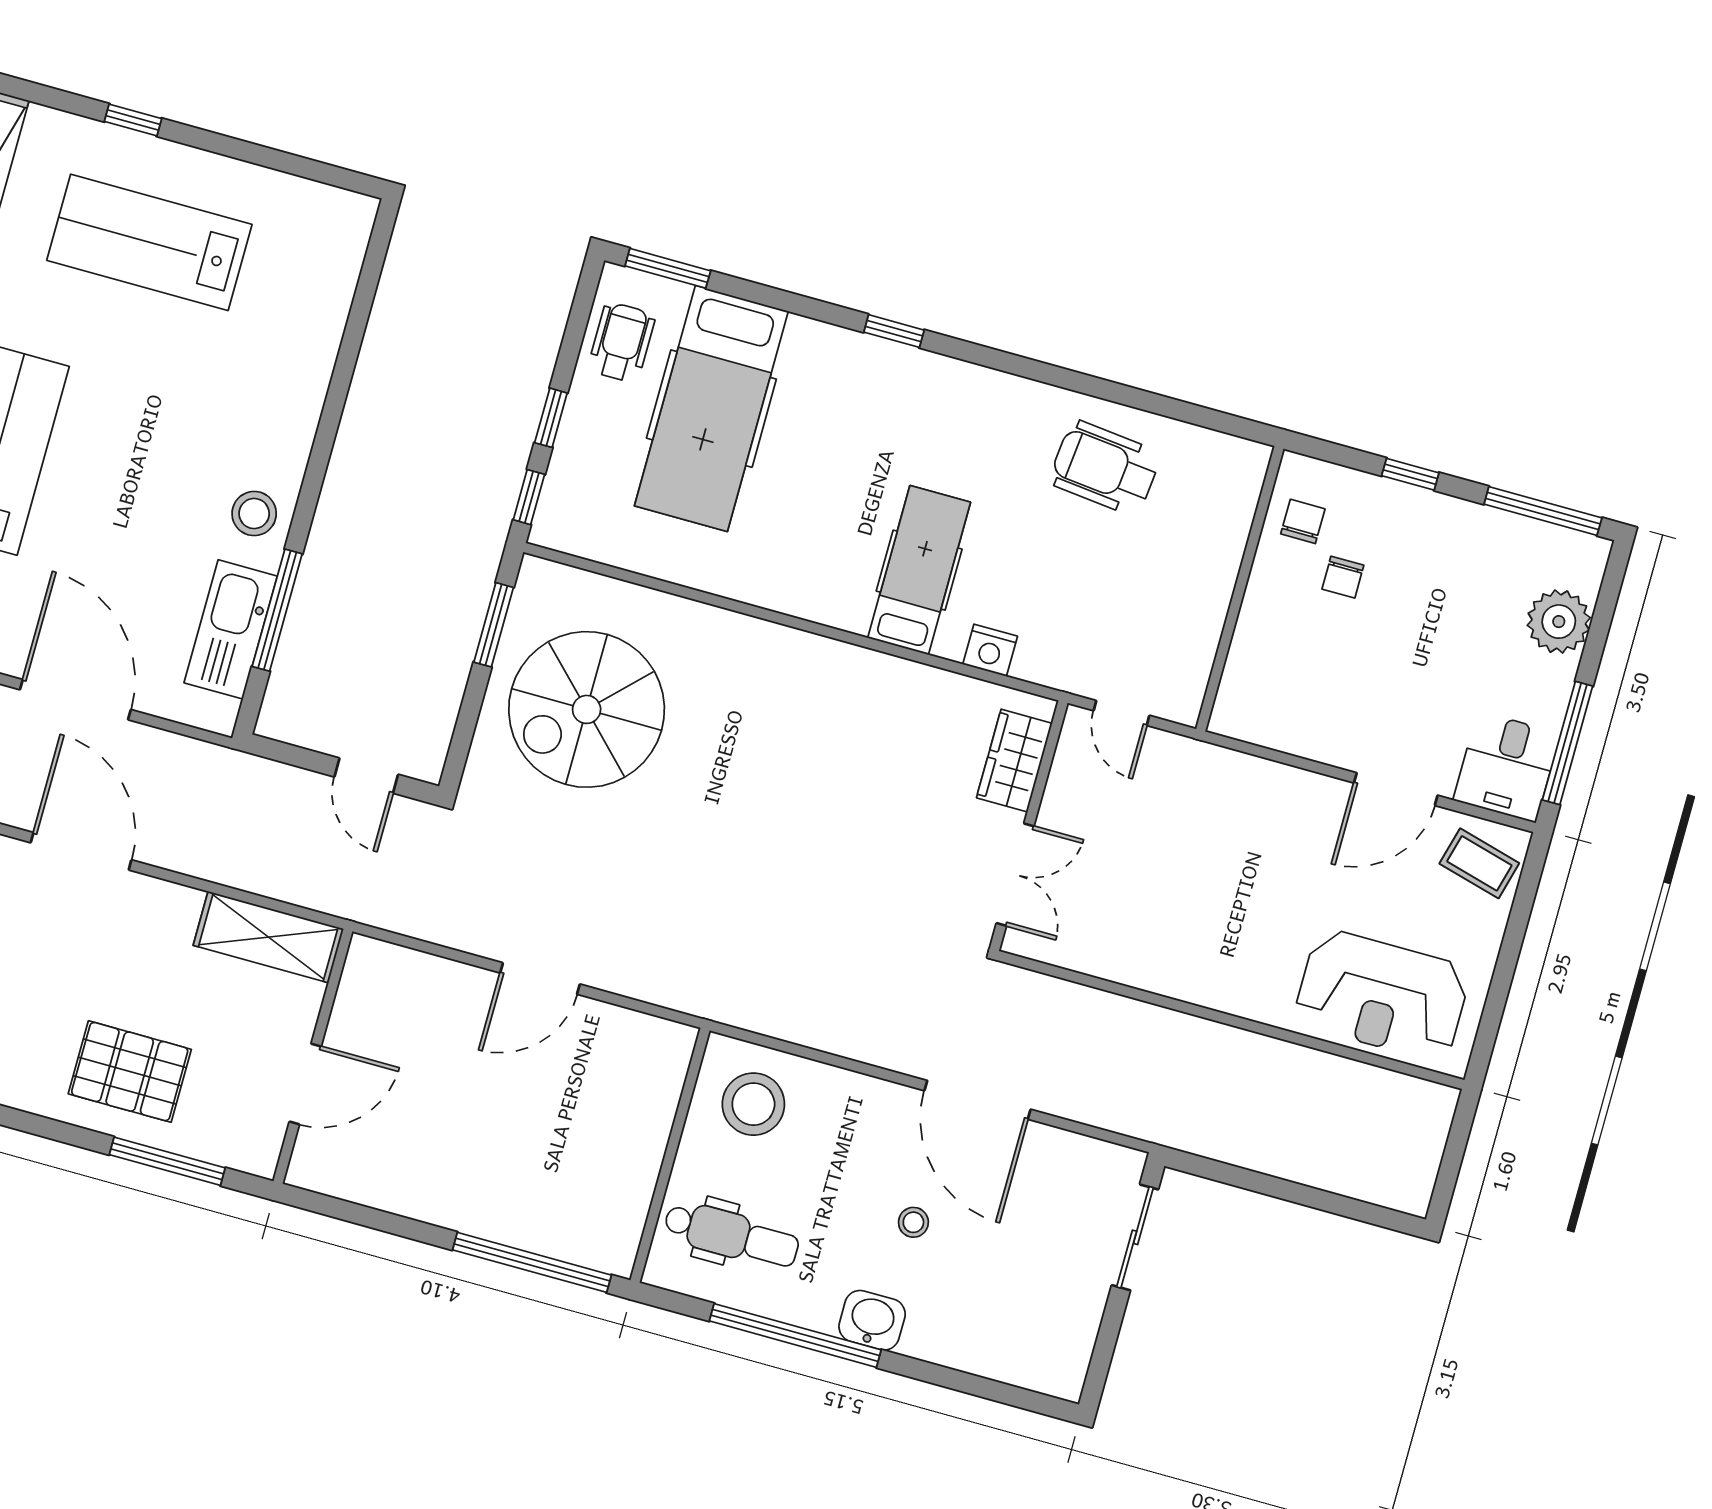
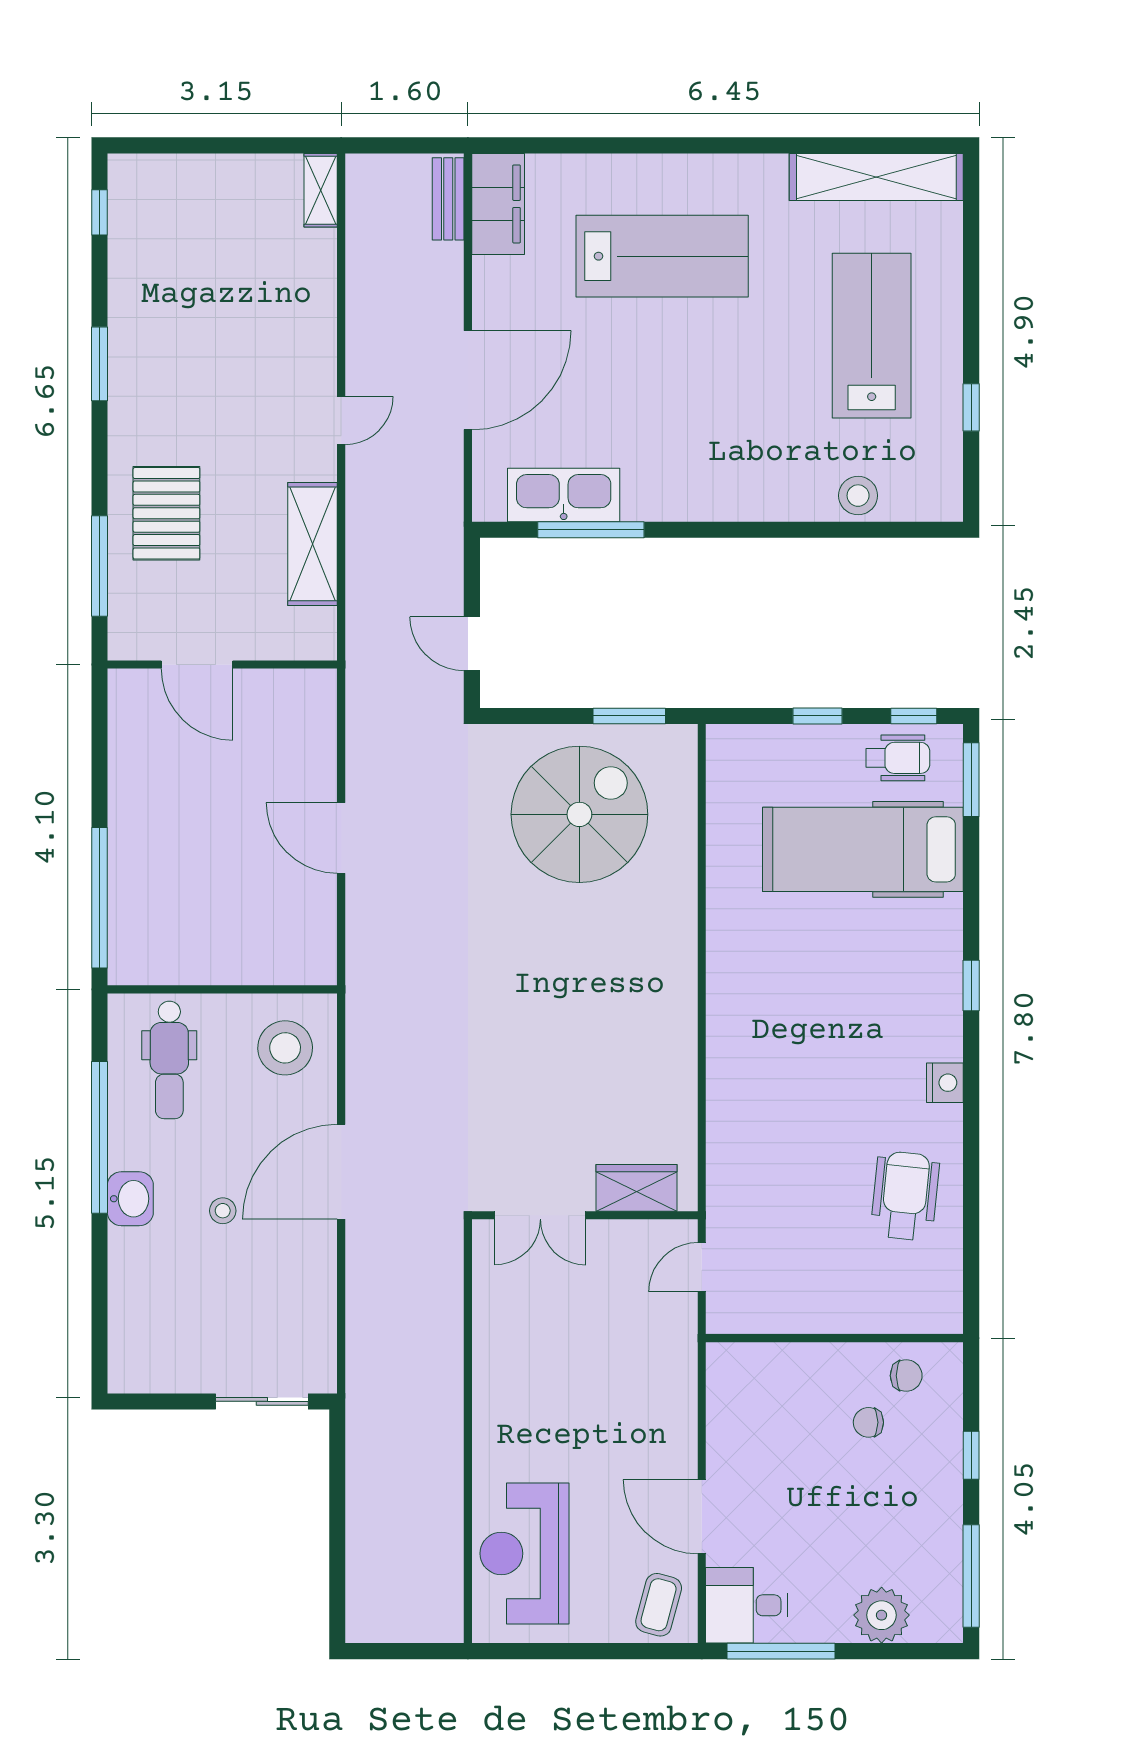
window: (133, 120) -> (971, 407), moved
window: (529, 497) -> (914, 716), moved
stool: (254, 514) -> (858, 496), moved
hospital bed: (919, 570) -> (775, 1063), removed
nightstand: (990, 650) -> (945, 1083), moved, turned 180
spiral stairs: (587, 709) -> (579, 814), turned 90
door: (366, 776) -> (472, 644), hinge flipped
door: (81, 851) -> (341, 421), width x0.53
shelving: (268, 937) -> (313, 544), moved
door: (978, 1100) -> (341, 1172), moved

